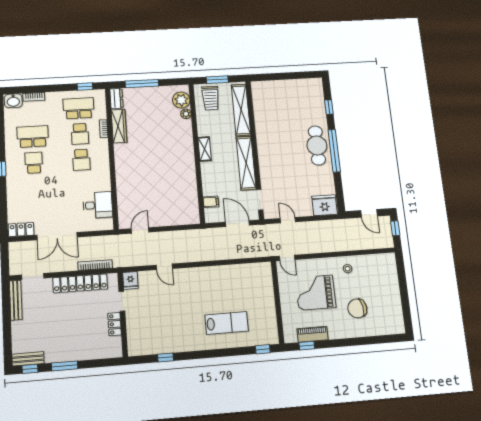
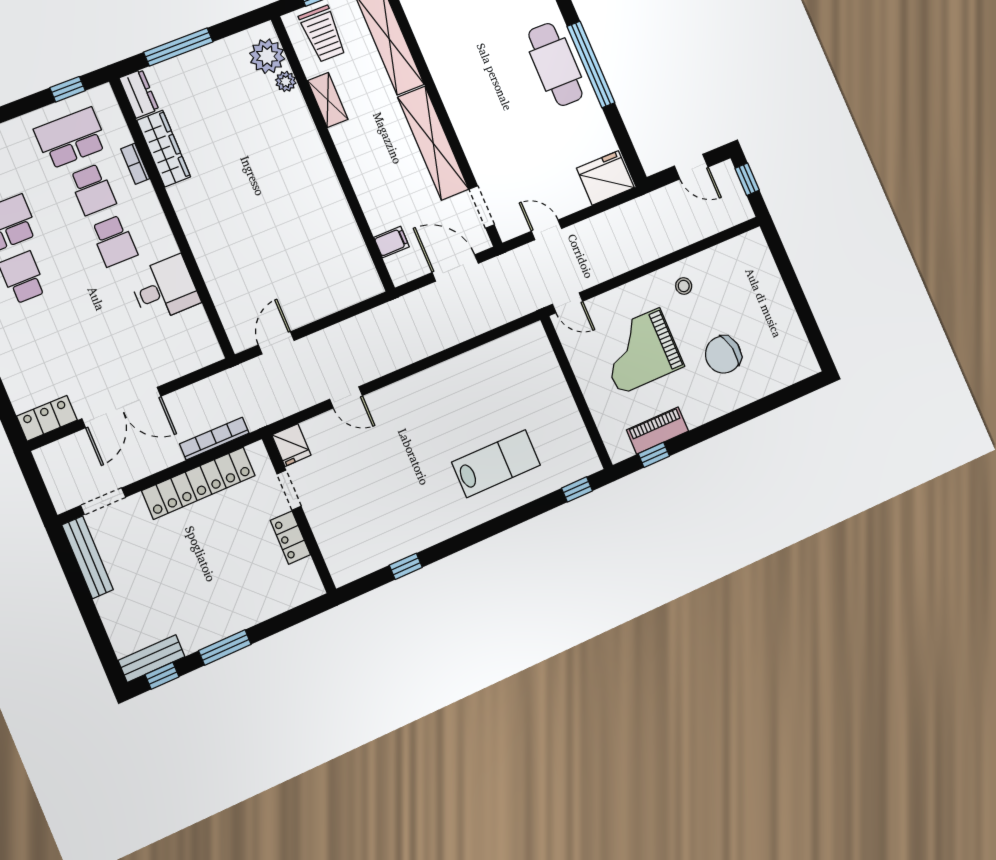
shelving: (205, 149) -> (328, 100), moved
desk: (98, 205) -> (165, 289), moved

